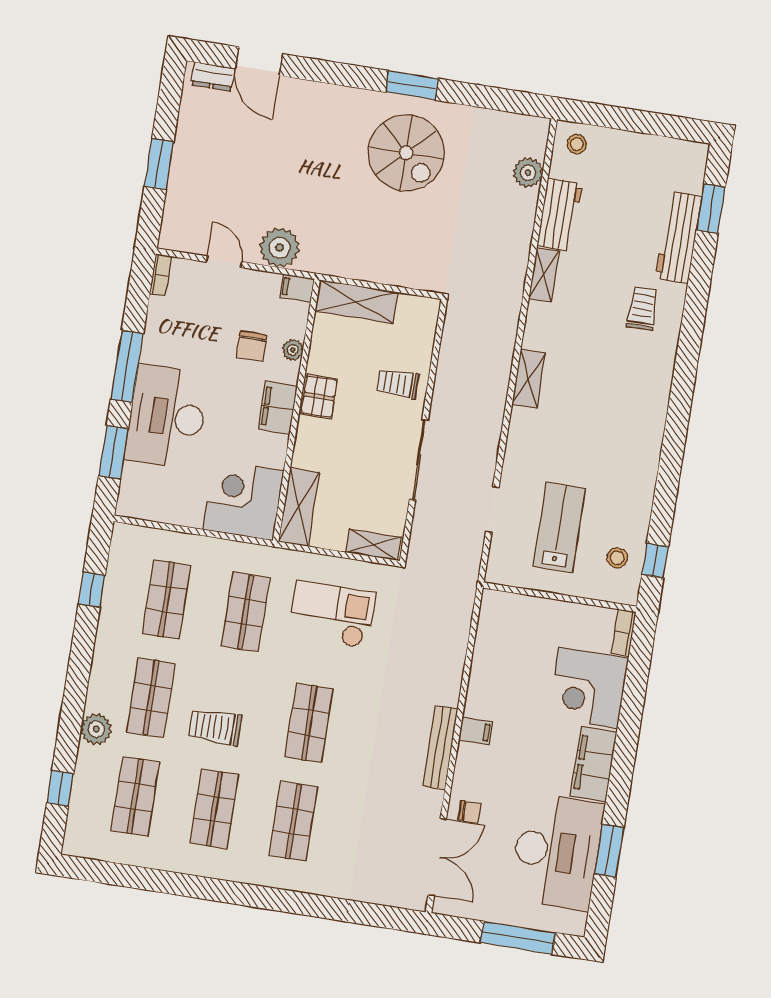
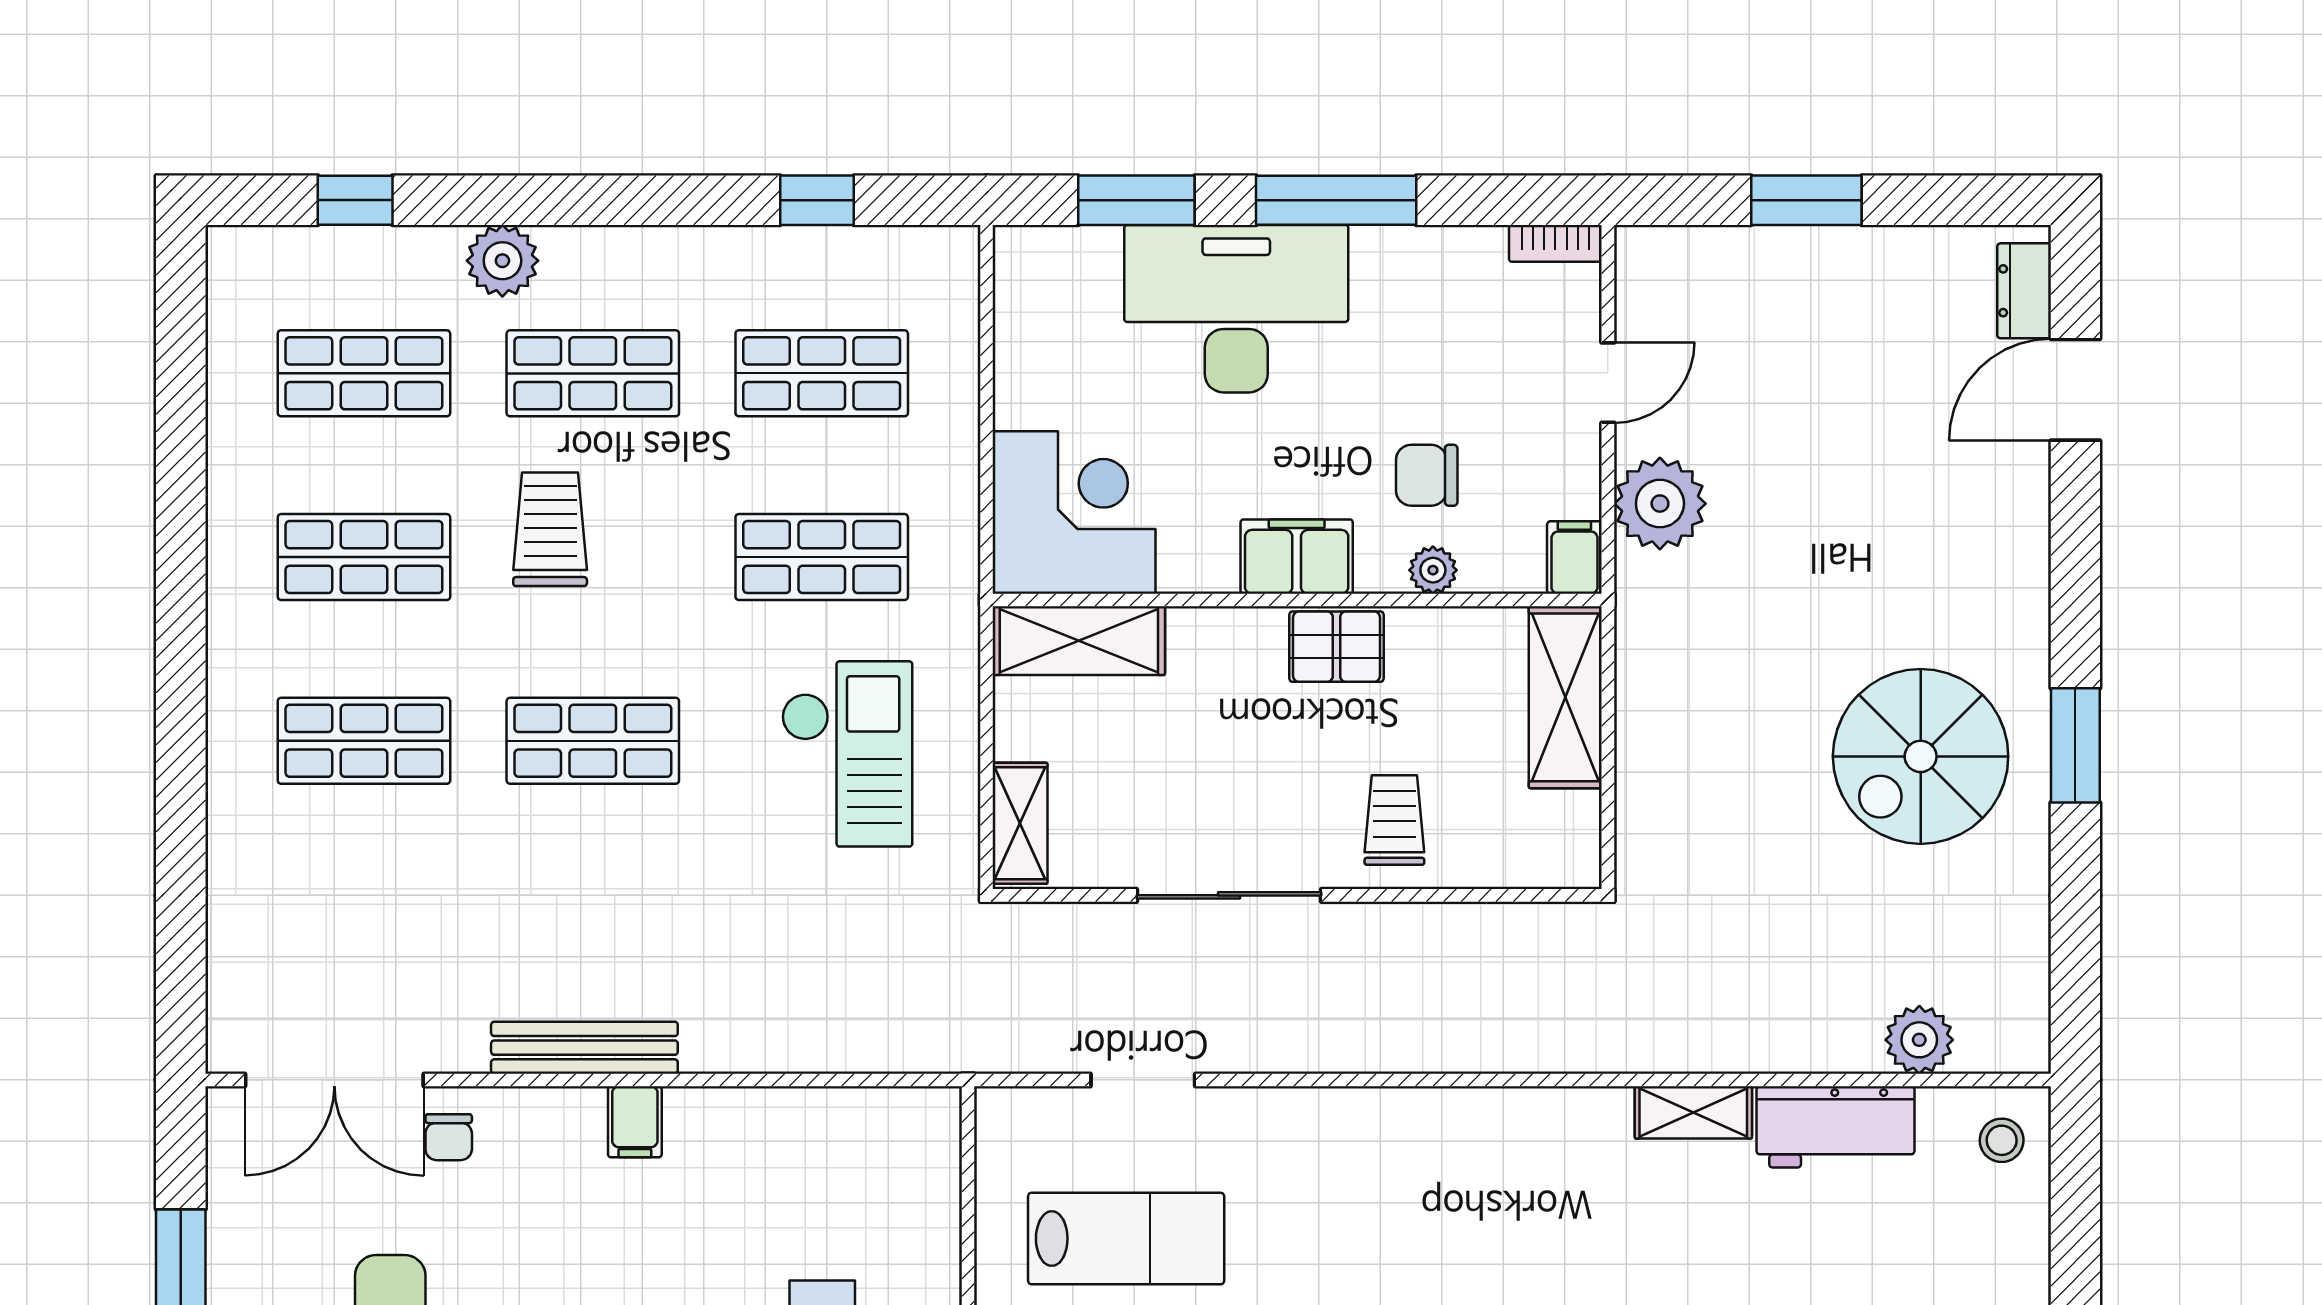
shelving: (529, 379) -> (1452, 1115), removed

